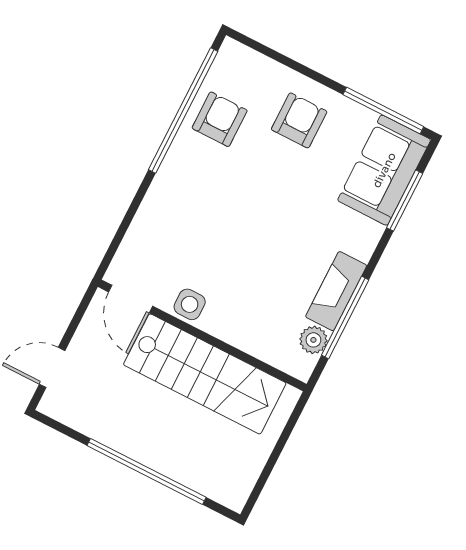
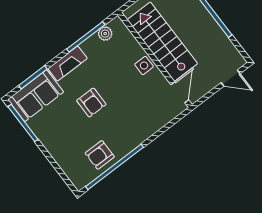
armchair: (299, 120) -> (91, 103), moved, turned -90
fireplace: (336, 291) -> (68, 64), moved
side table: (190, 304) -> (144, 65), moved

